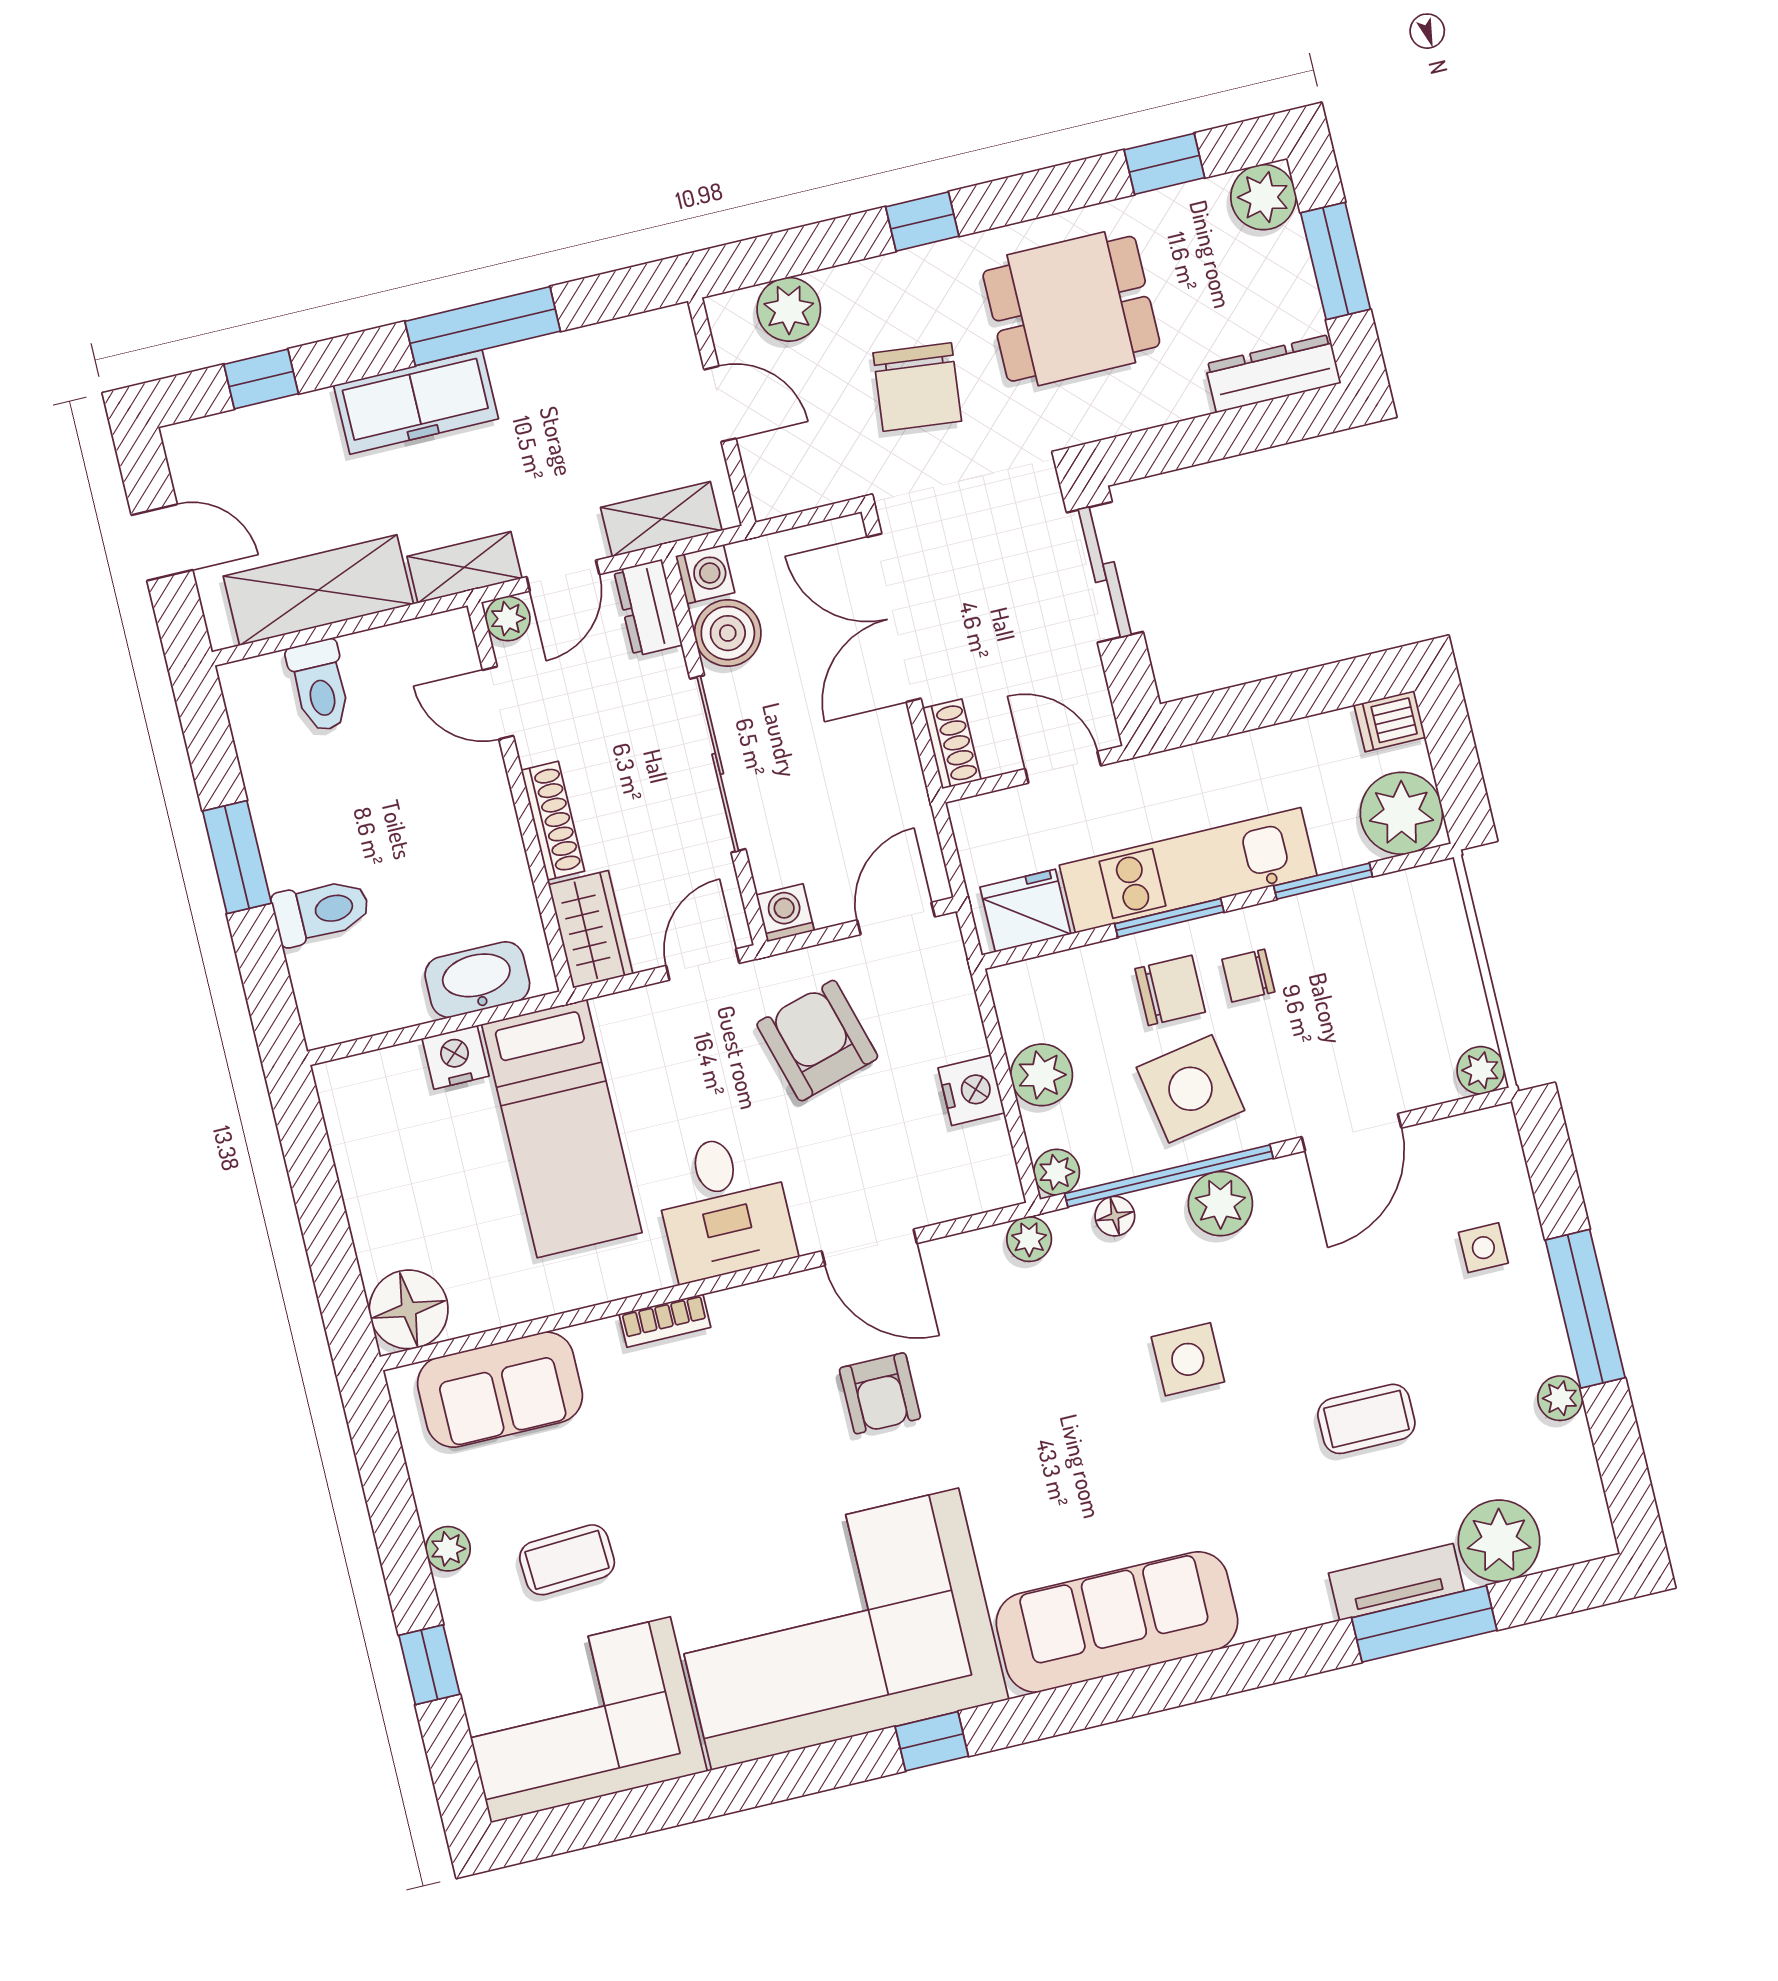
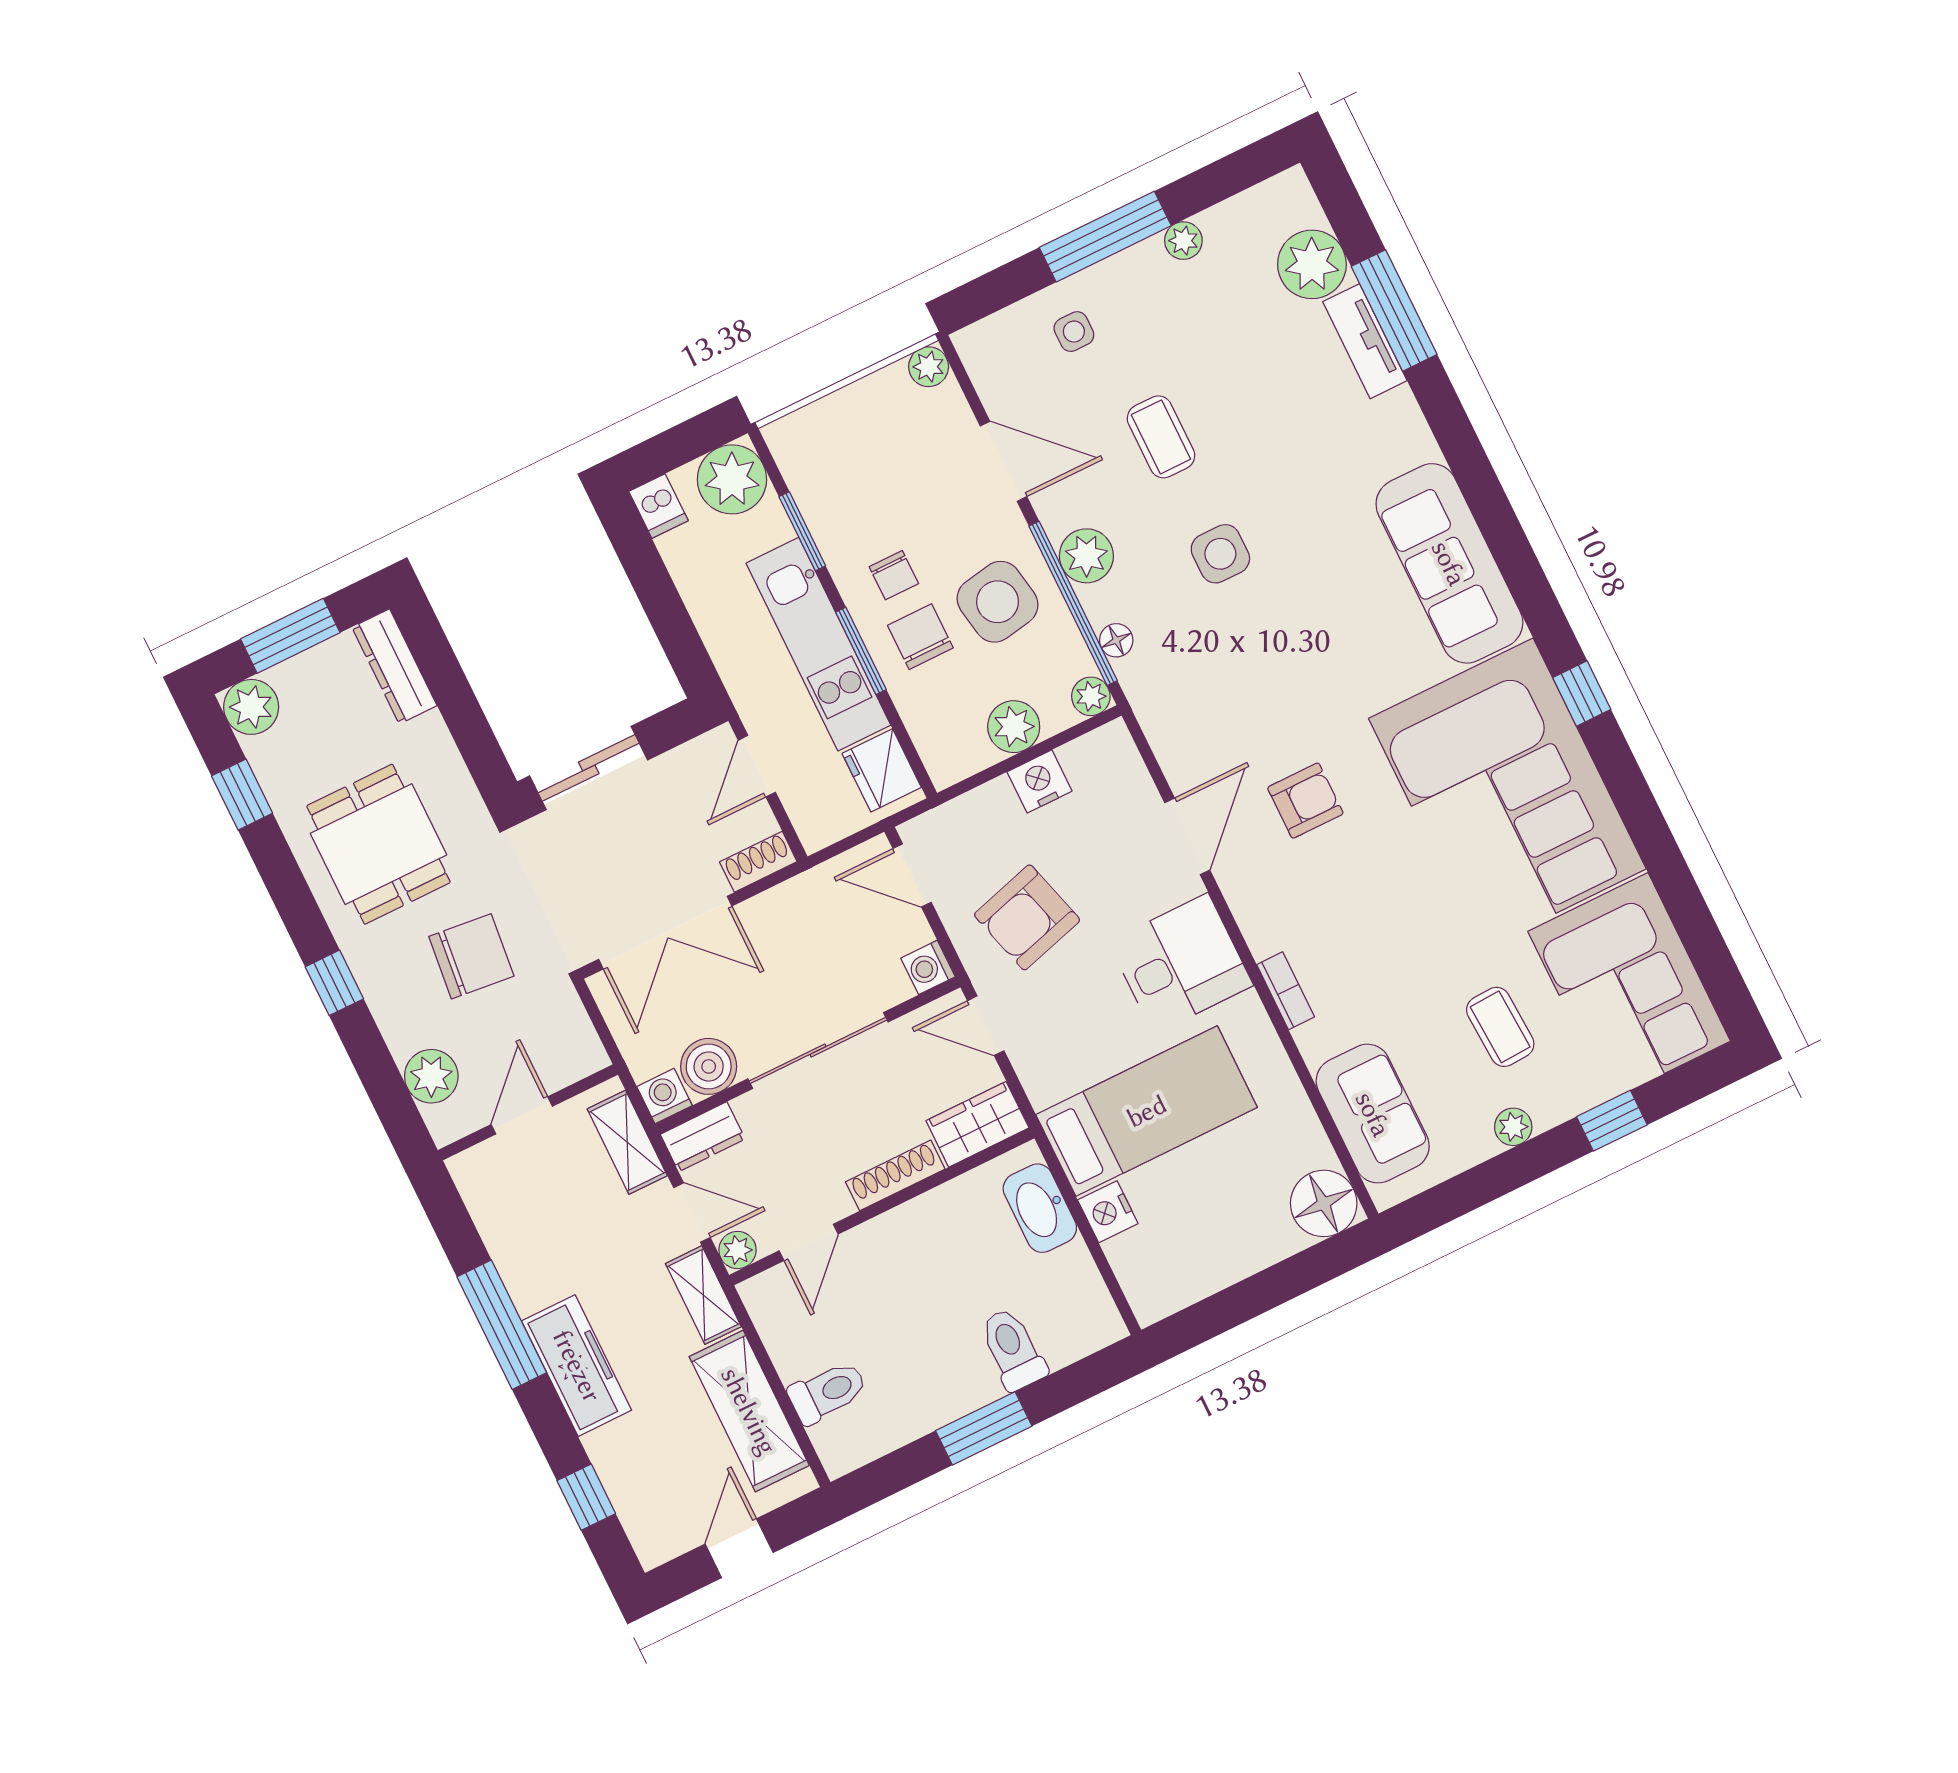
plant: (1029, 1239) -> (1151, 707), removed
coffee table: (1366, 1419) -> (1161, 437), moved

